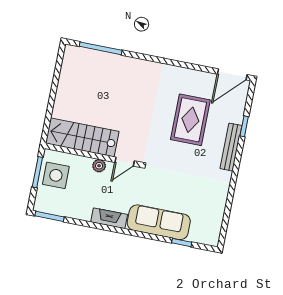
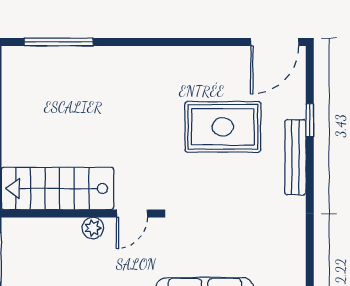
rug: (190, 120) -> (223, 127), turned 90
side table: (56, 175) -> (28, 257), removed

